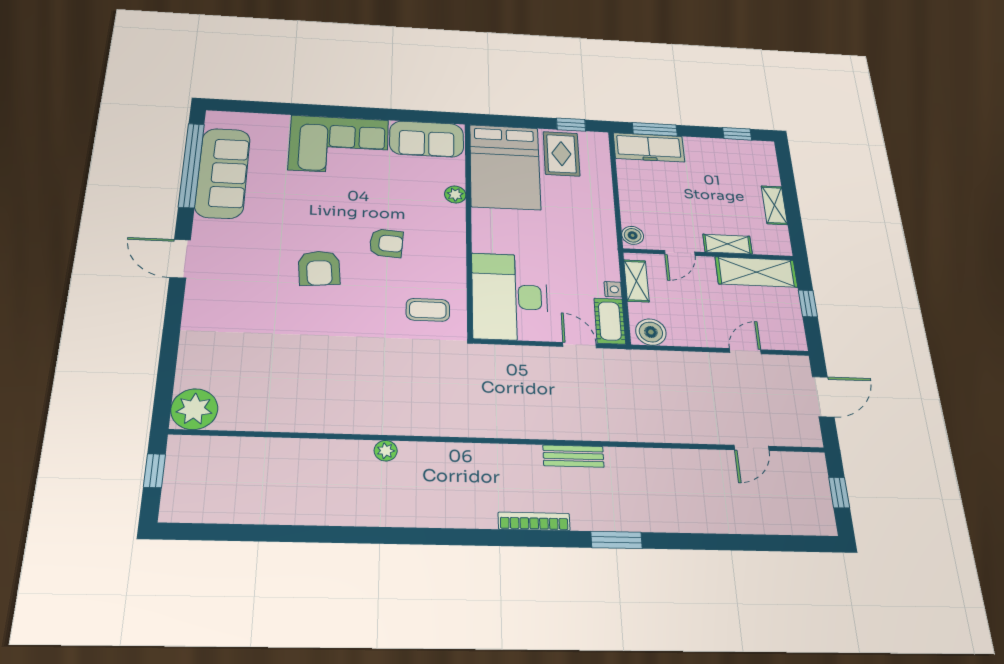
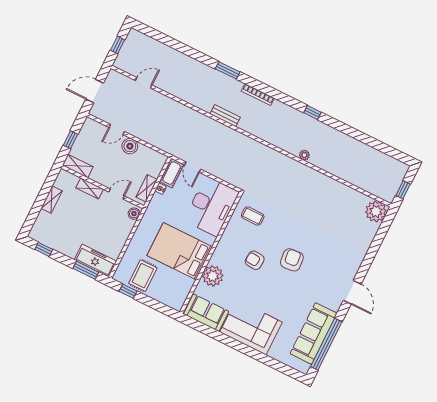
bed: (505, 167) -> (180, 251), moved, turned -90
plant: (455, 195) -> (213, 276), width x1.87, depth x1.87
shelving: (756, 272) -> (78, 166), width x0.67, depth x0.75
boiler: (651, 332) -> (130, 146), moved
window: (410, 536) -> (312, 113), added

